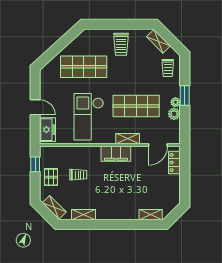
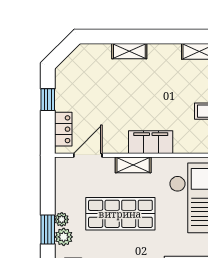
plant: (174, 114) -> (64, 237), moved
window: (185, 182) -> (48, 100), added
shelving: (151, 215) -> (129, 51), moved

